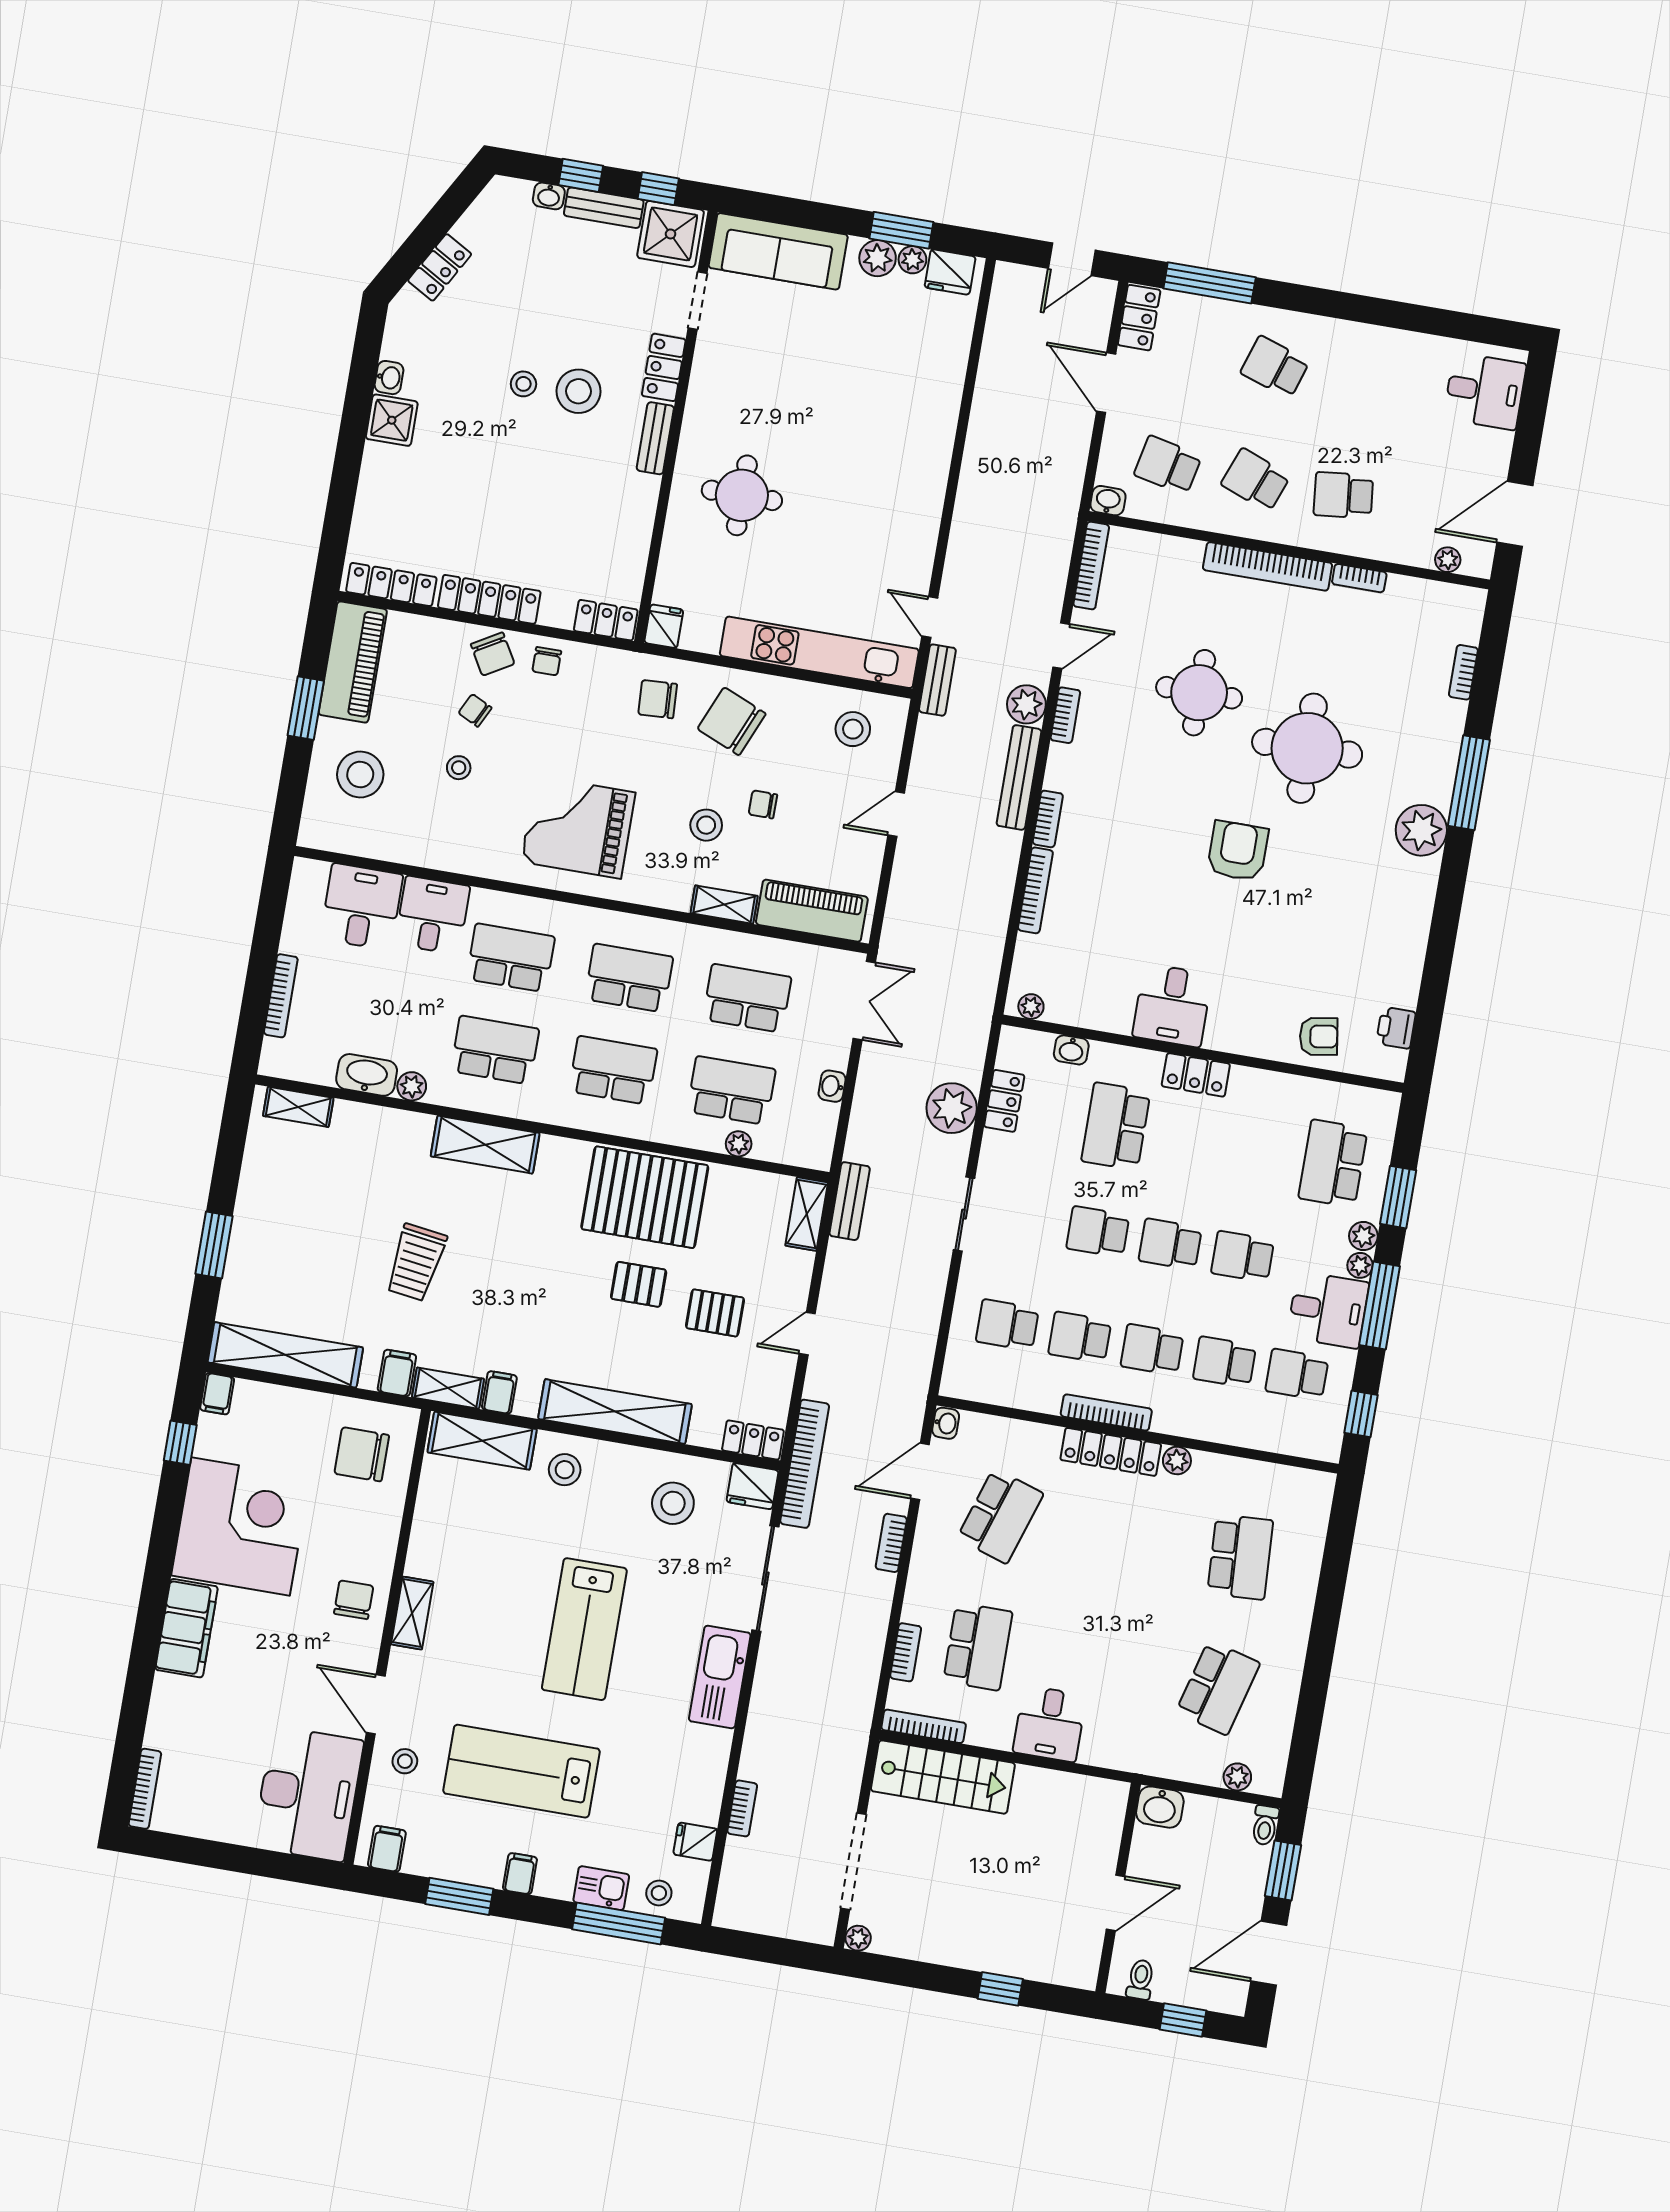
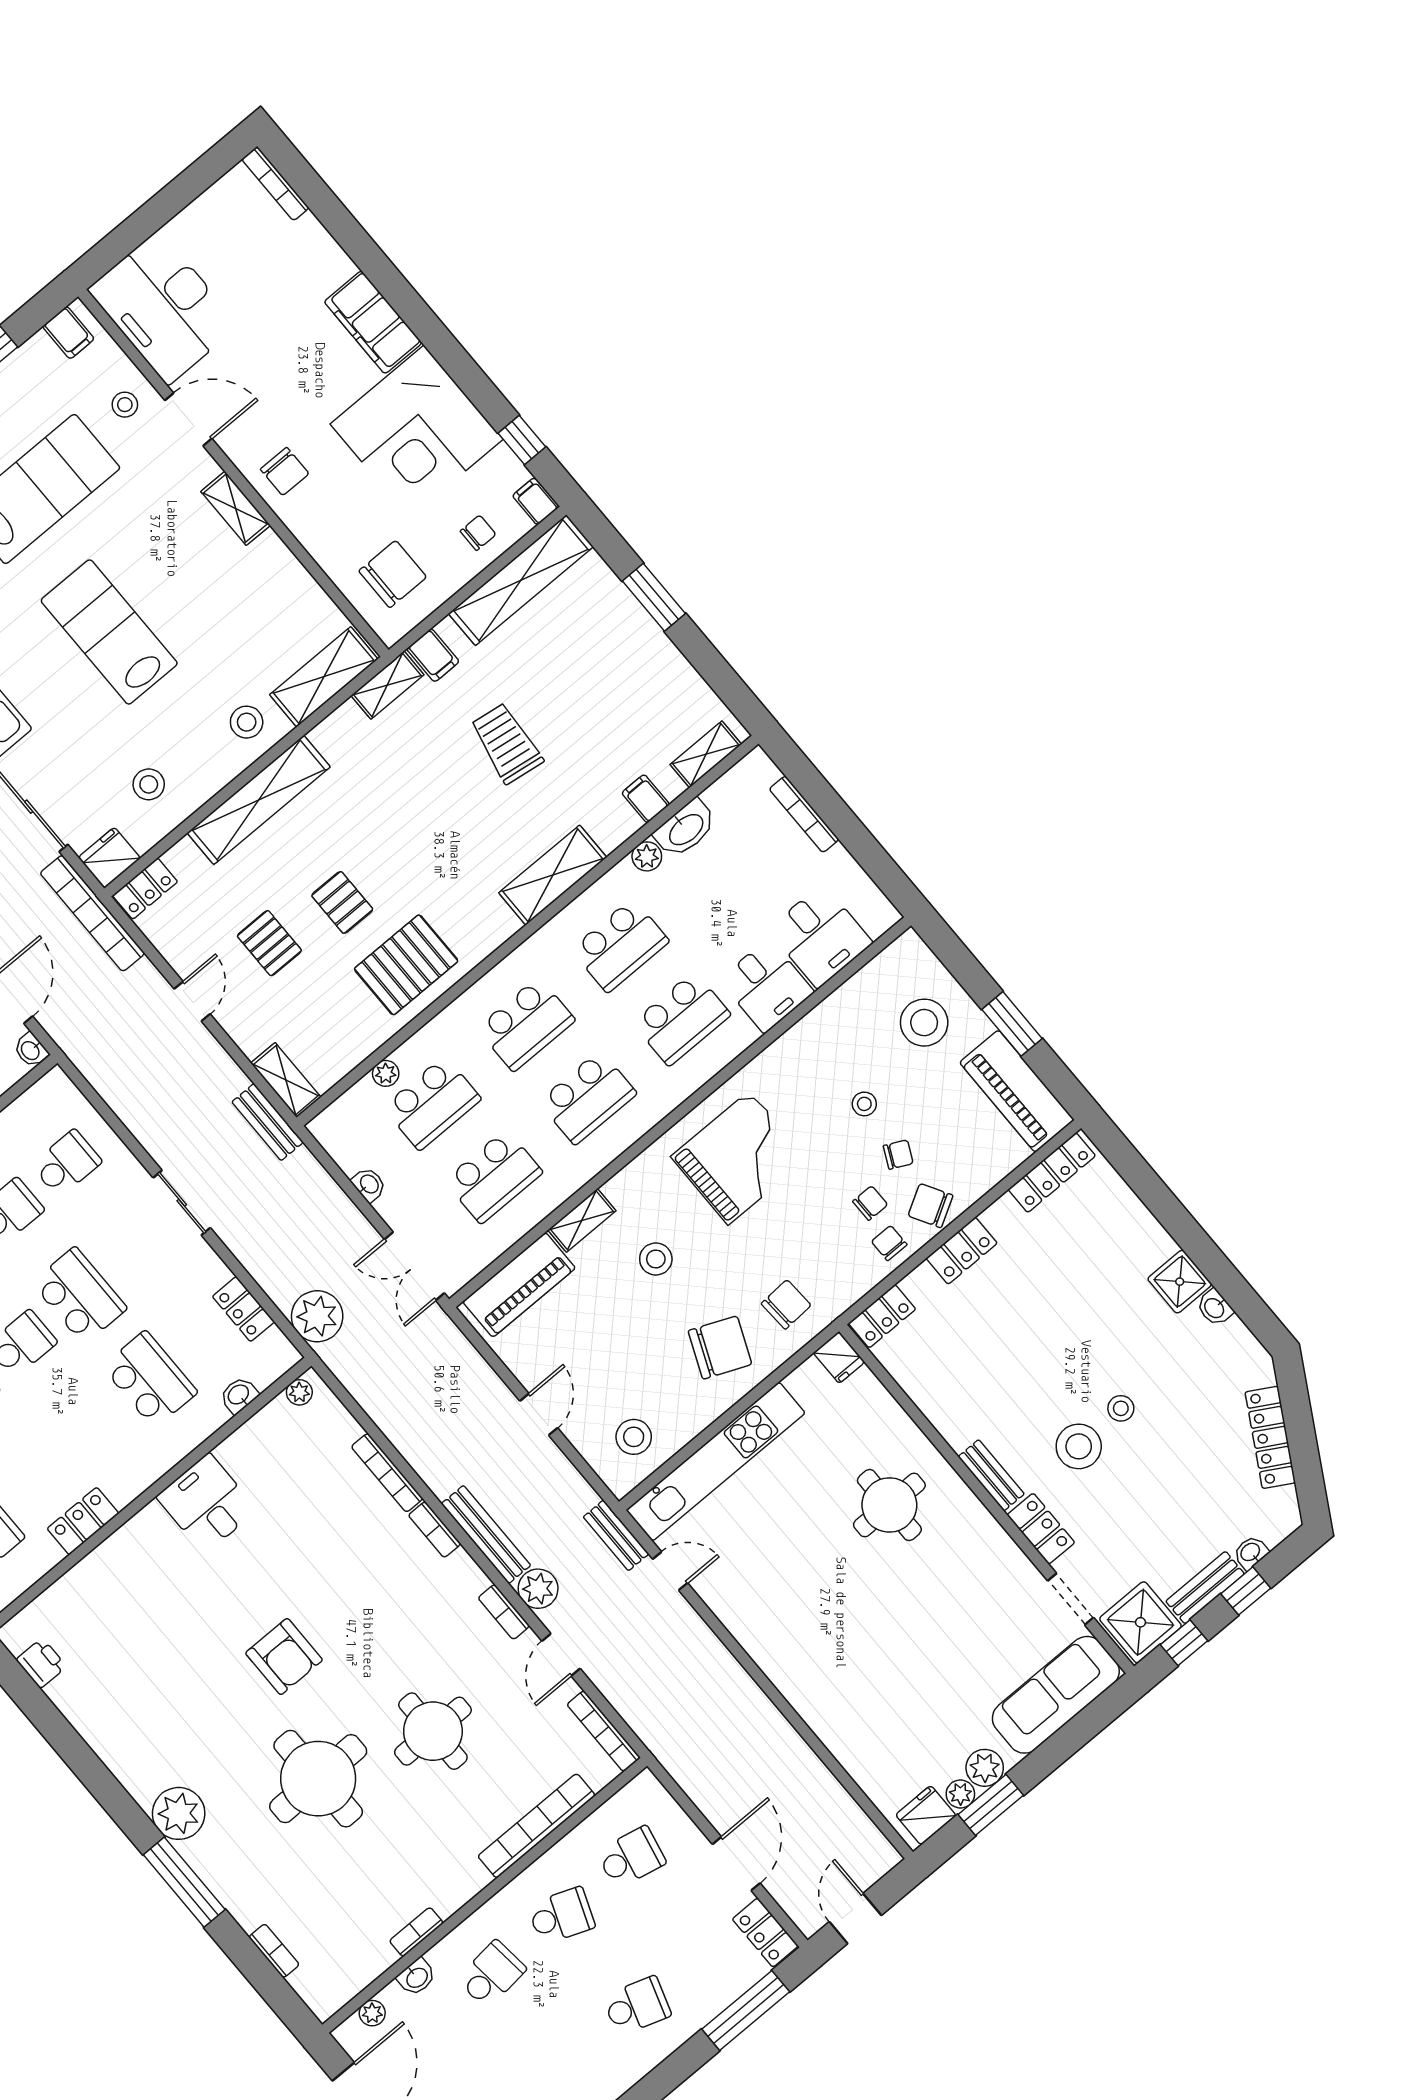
locker: (440, 267) -> (1270, 1437), width x1.53
door: (1106, 383) -> (736, 1864), hinge flipped
washbasin: (1108, 501) -> (417, 1977), moved
bookcase: (1268, 566) -> (537, 1826), moved
locker: (489, 599) -> (962, 1251), width x0.66
chair: (763, 804) -> (870, 1203), moved
armchair: (1319, 1036) -> (86, 1597), removed
locker: (1196, 1075) -> (83, 1521), moved
plant: (952, 1108) -> (317, 1316), moved
pallet: (645, 1197) -> (406, 965), width x0.73, depth x0.71
school desk: (1098, 1232) -> (79, 1295), width x1.85
pallet: (639, 1284) -> (342, 902), turned 90
pallet: (715, 1313) -> (269, 943), turned 90
filing cabinet: (499, 1392) -> (646, 799), moved, turned 180
chair: (277, 1417) -> (478, 533), added
stool: (673, 1503) -> (149, 784), width x0.73, depth x0.73

